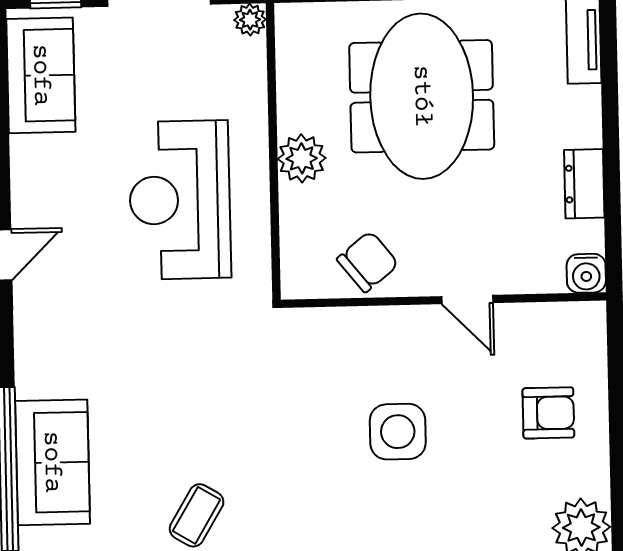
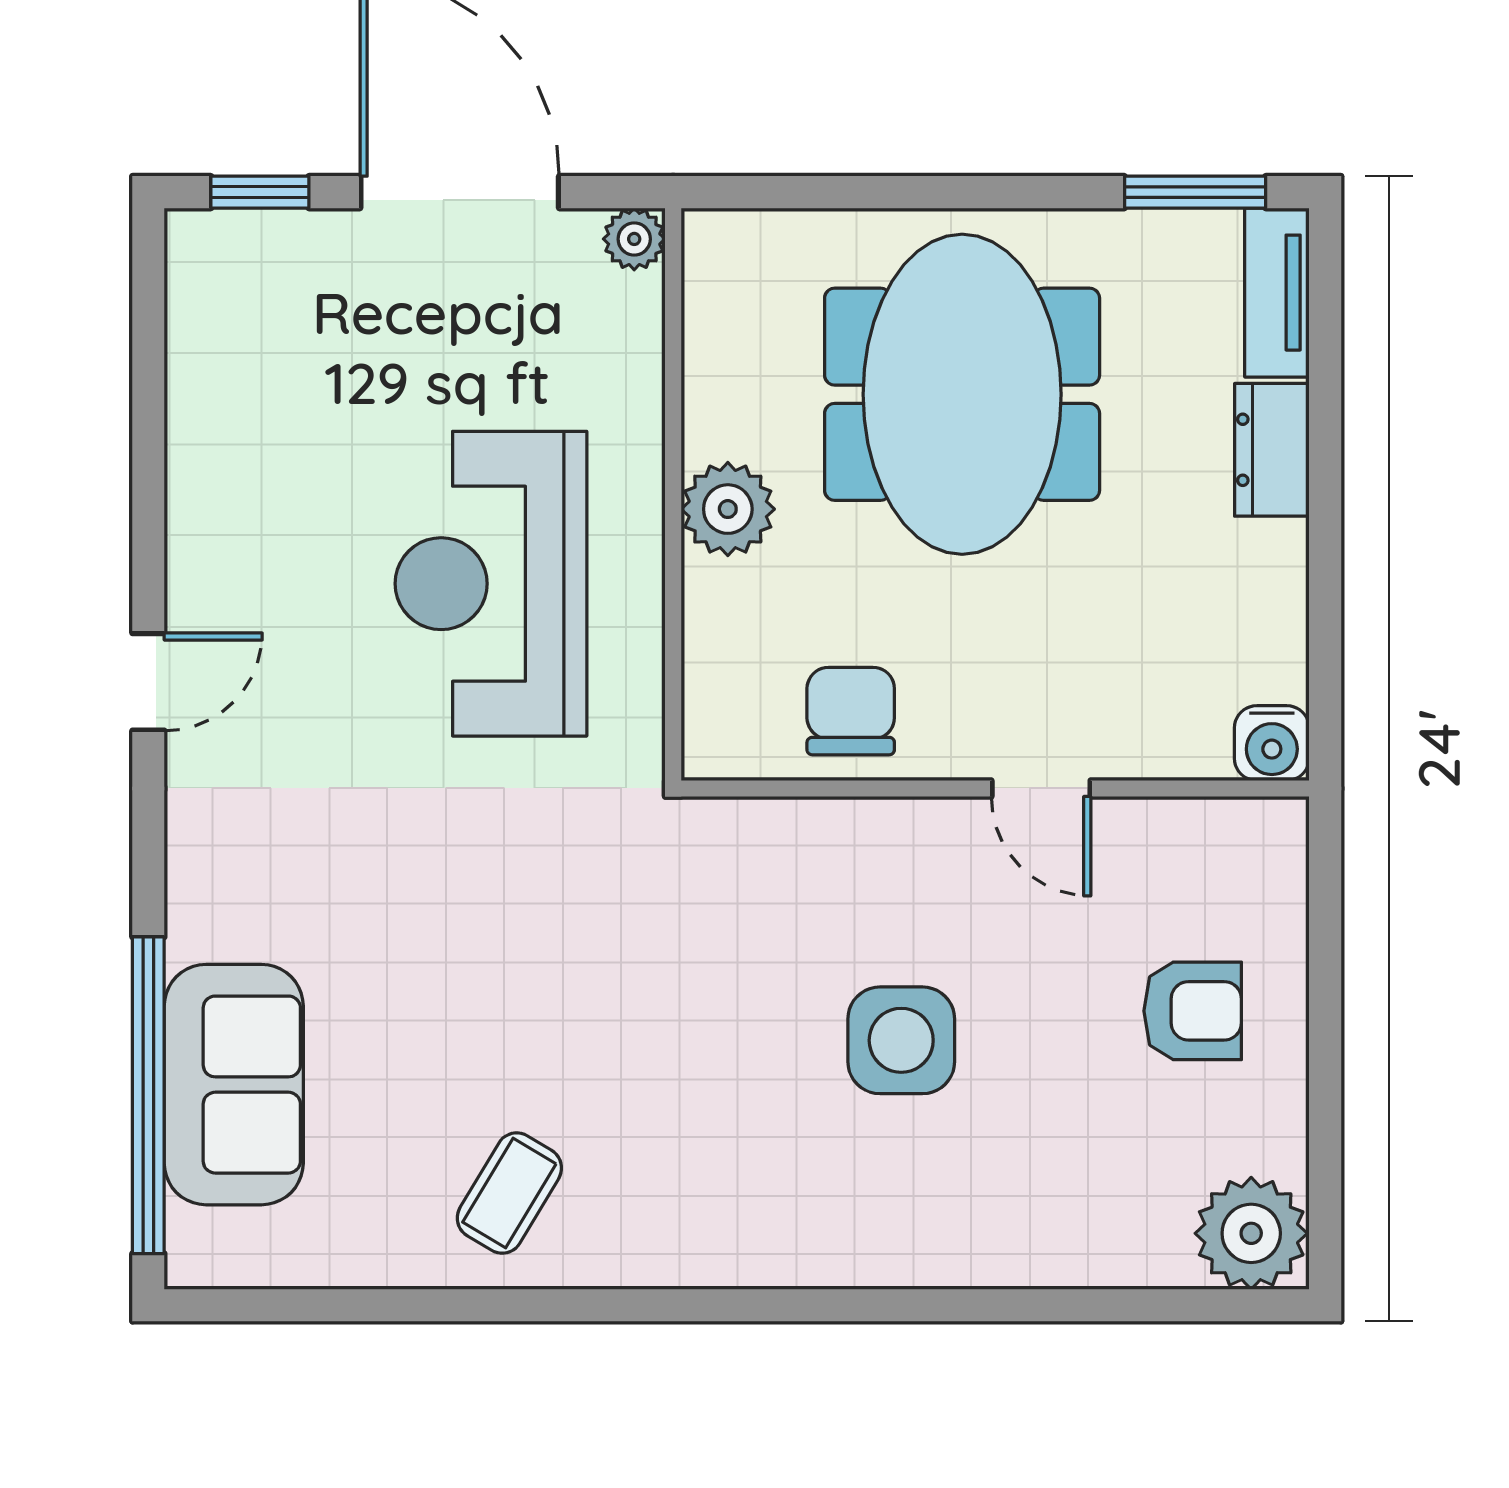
sofa: (41, 75) -> (228, 337), removed
dresser: (584, 184) -> (1272, 450), moved
chair: (368, 262) -> (851, 711), turned -51

